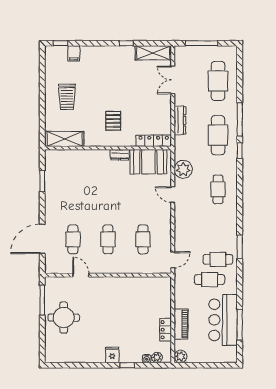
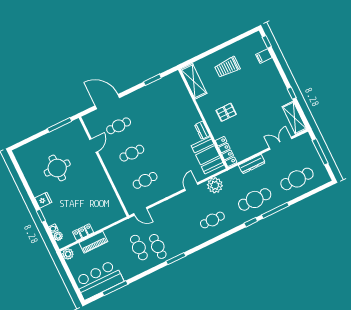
round table: (64, 318) -> (57, 168), moved
bar counter: (223, 320) -> (99, 280), moved

